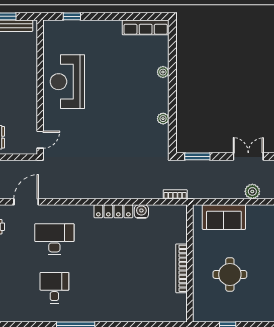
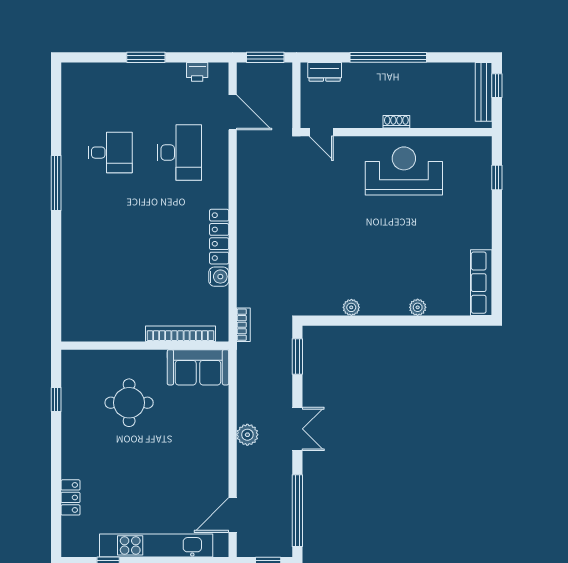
shoe rack: (33, 87) -> (396, 122), added
sofa: (224, 217) -> (198, 367), moved, turned -90
bookcase: (181, 268) -> (181, 334), moved

